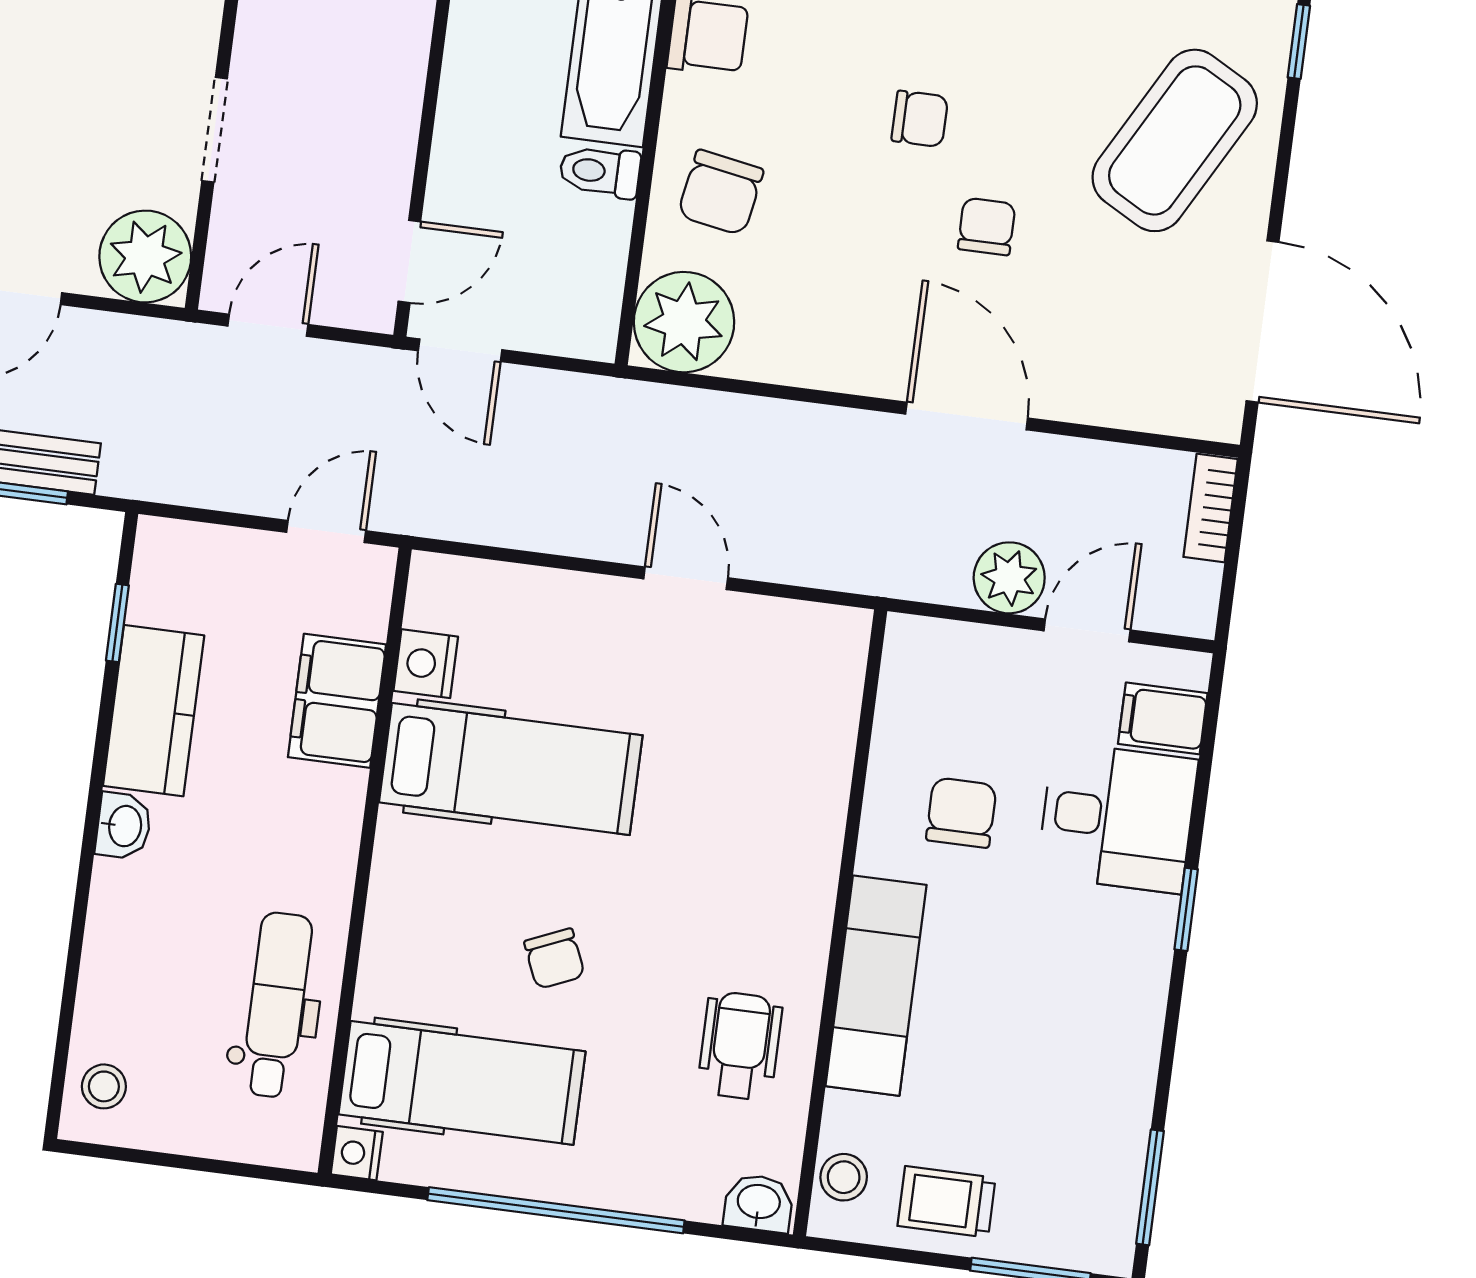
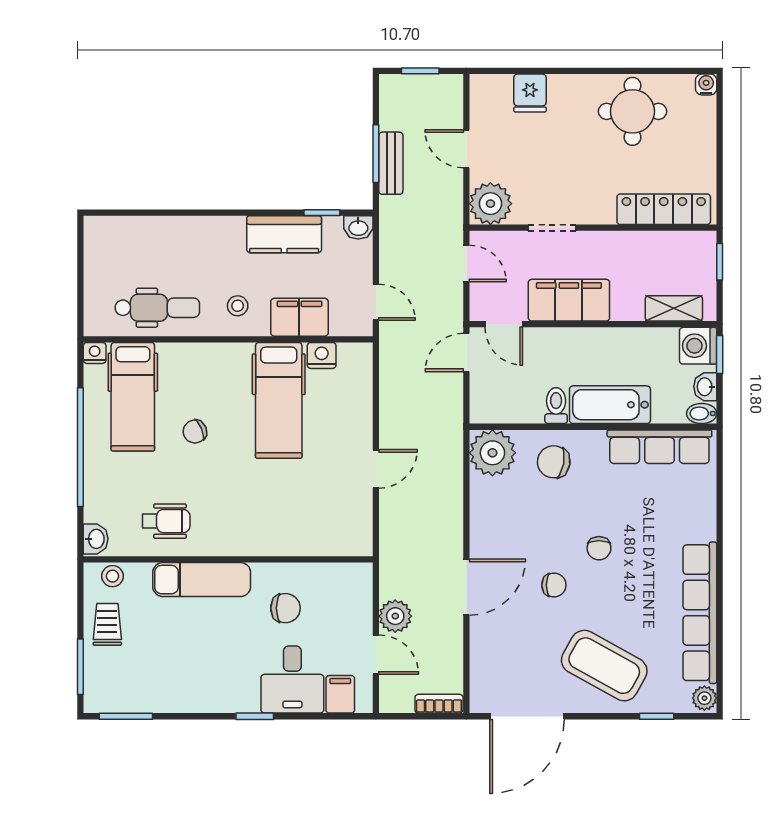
filing cabinet: (376, 114) -> (569, 300), added
washbasin: (124, 826) -> (358, 227), moved
stool: (104, 1086) -> (238, 306), moved

